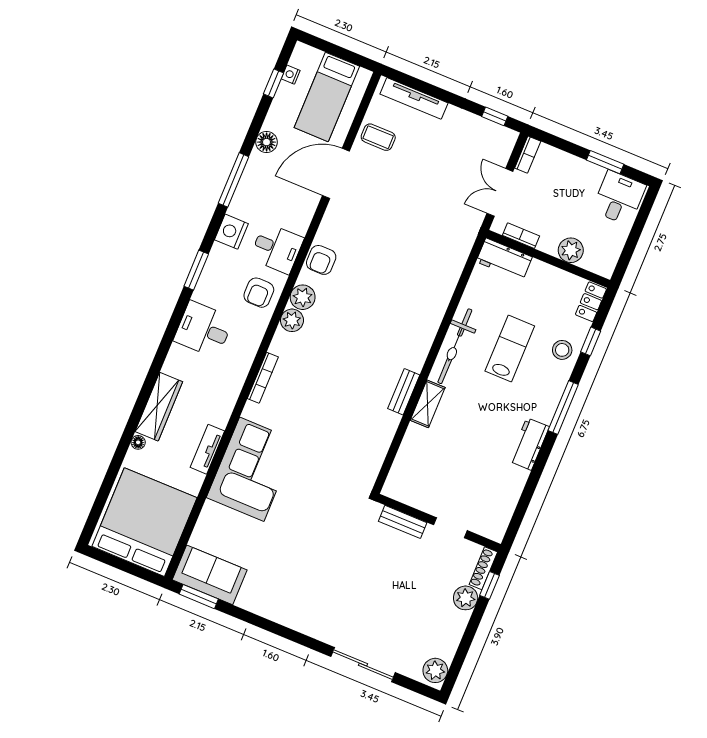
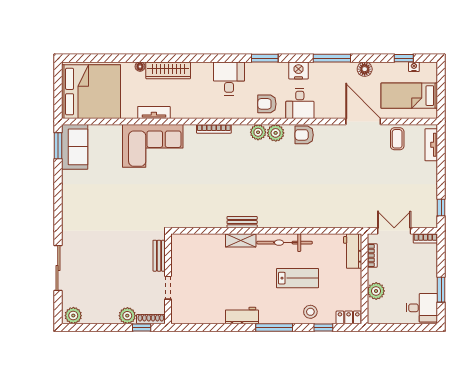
tv unit: (414, 98) -> (431, 145), width x0.71

